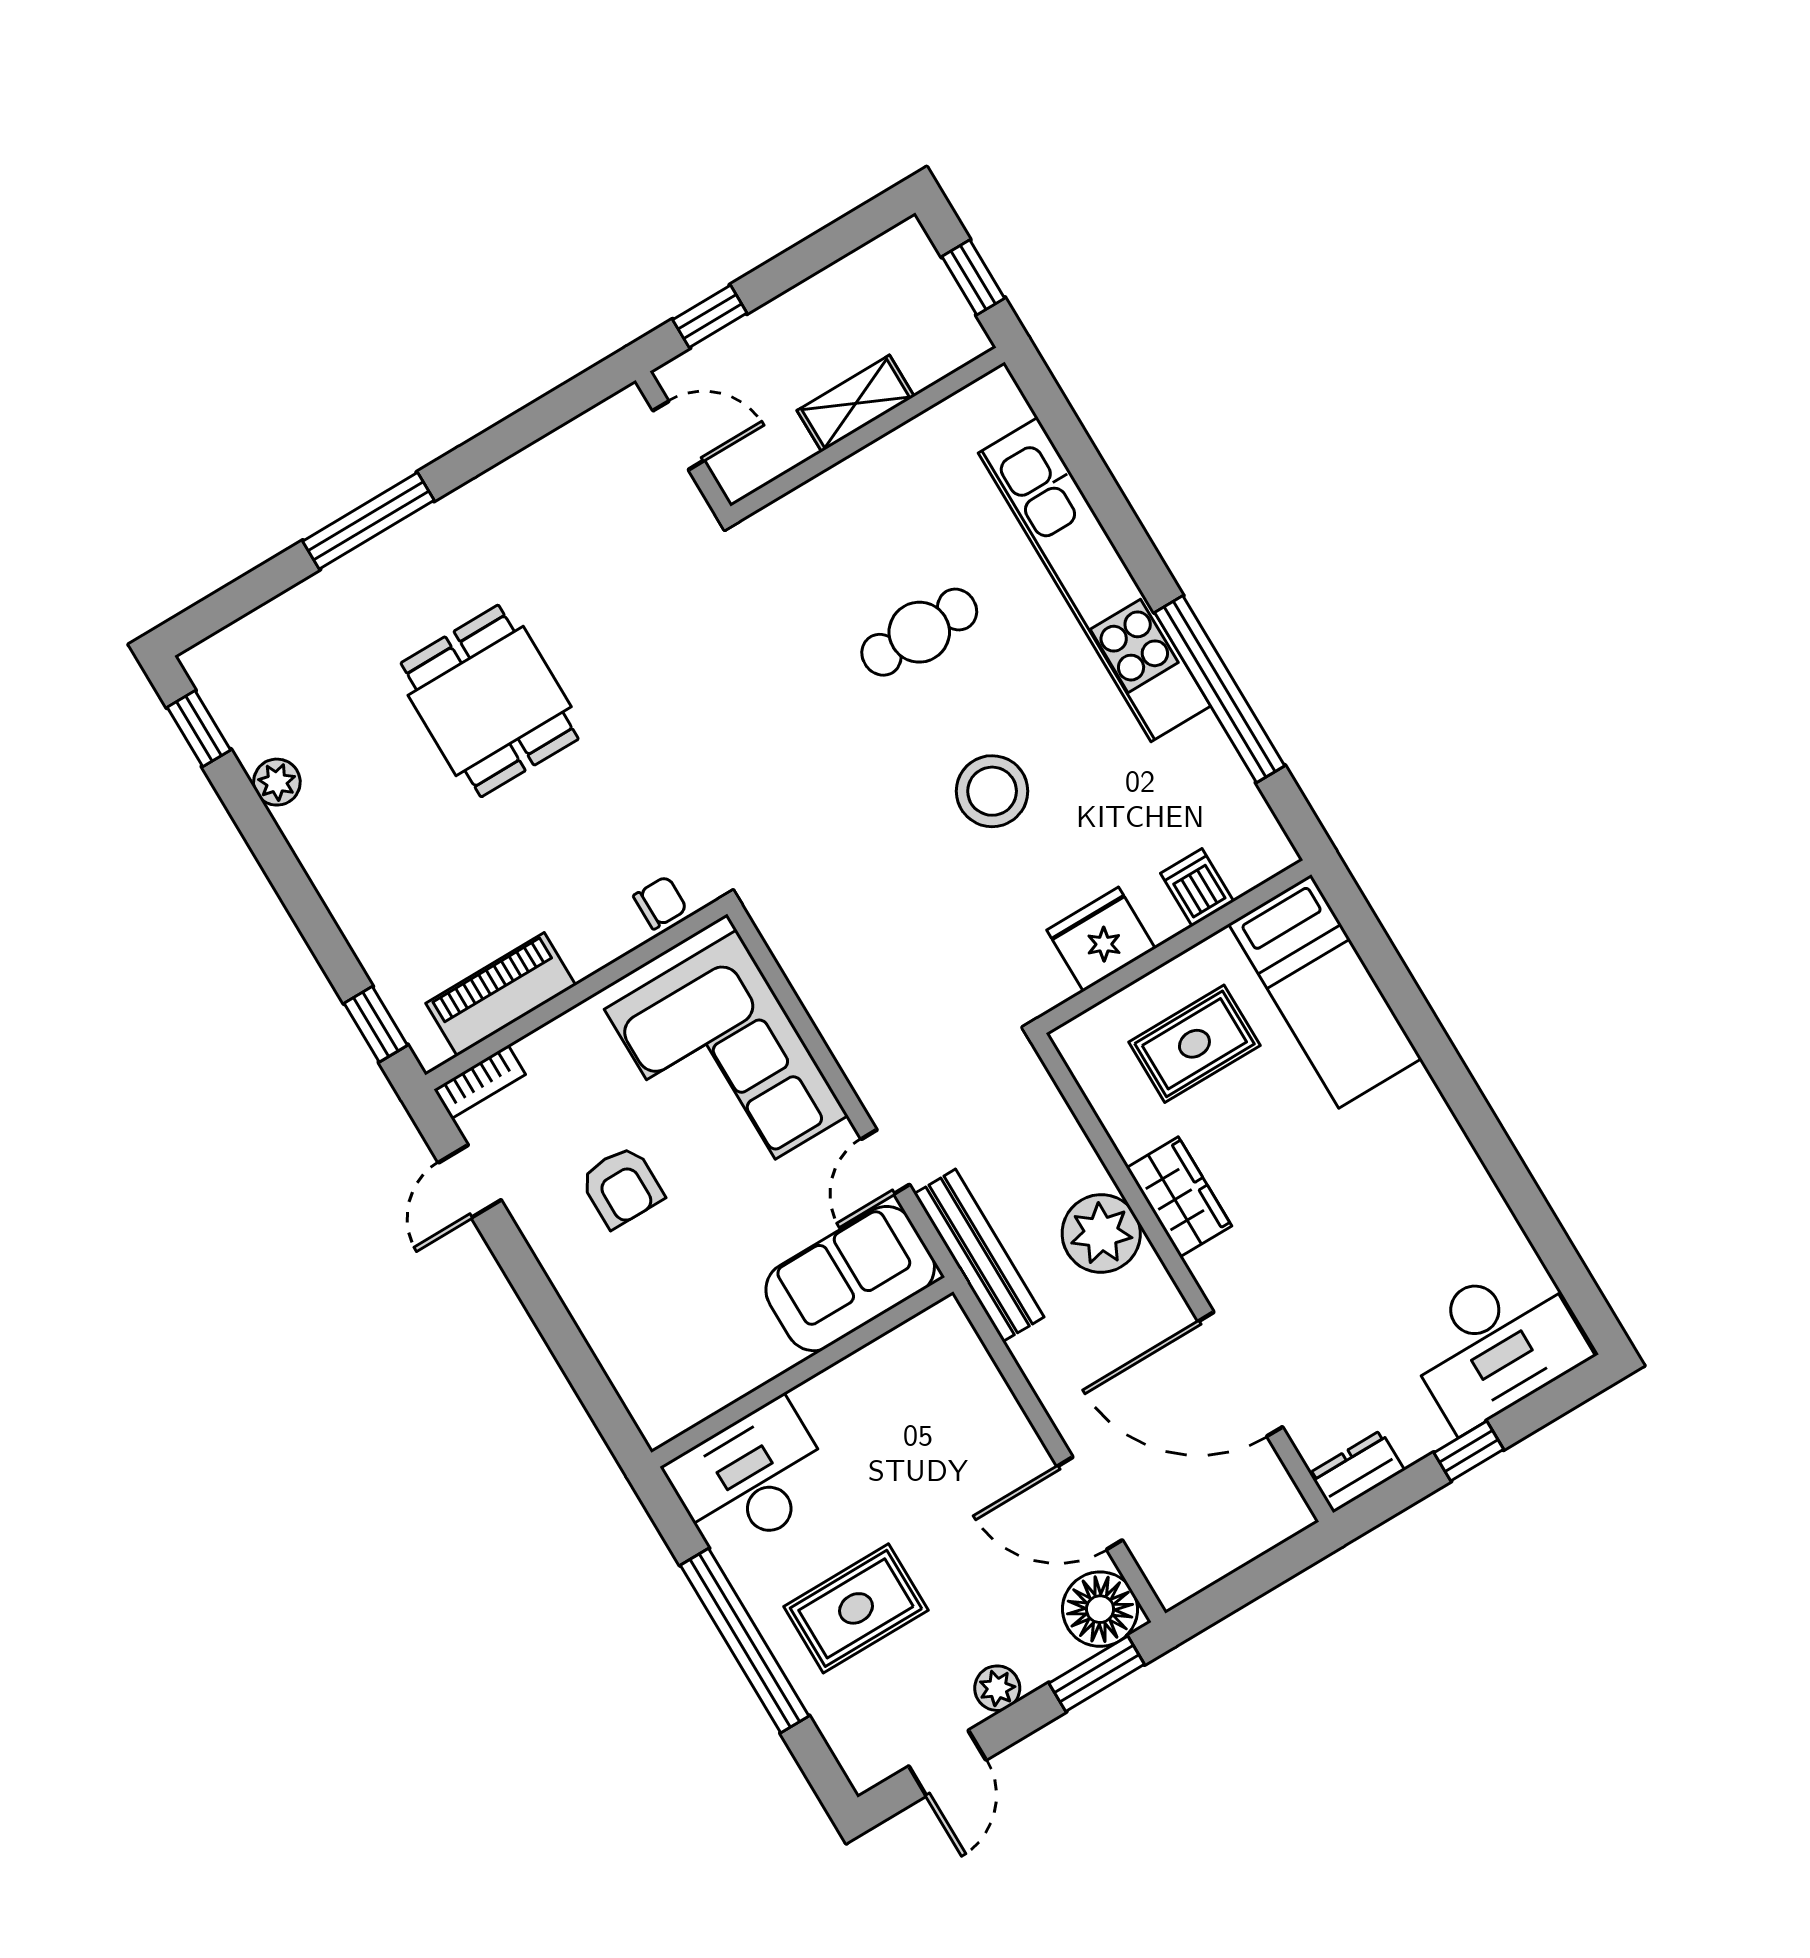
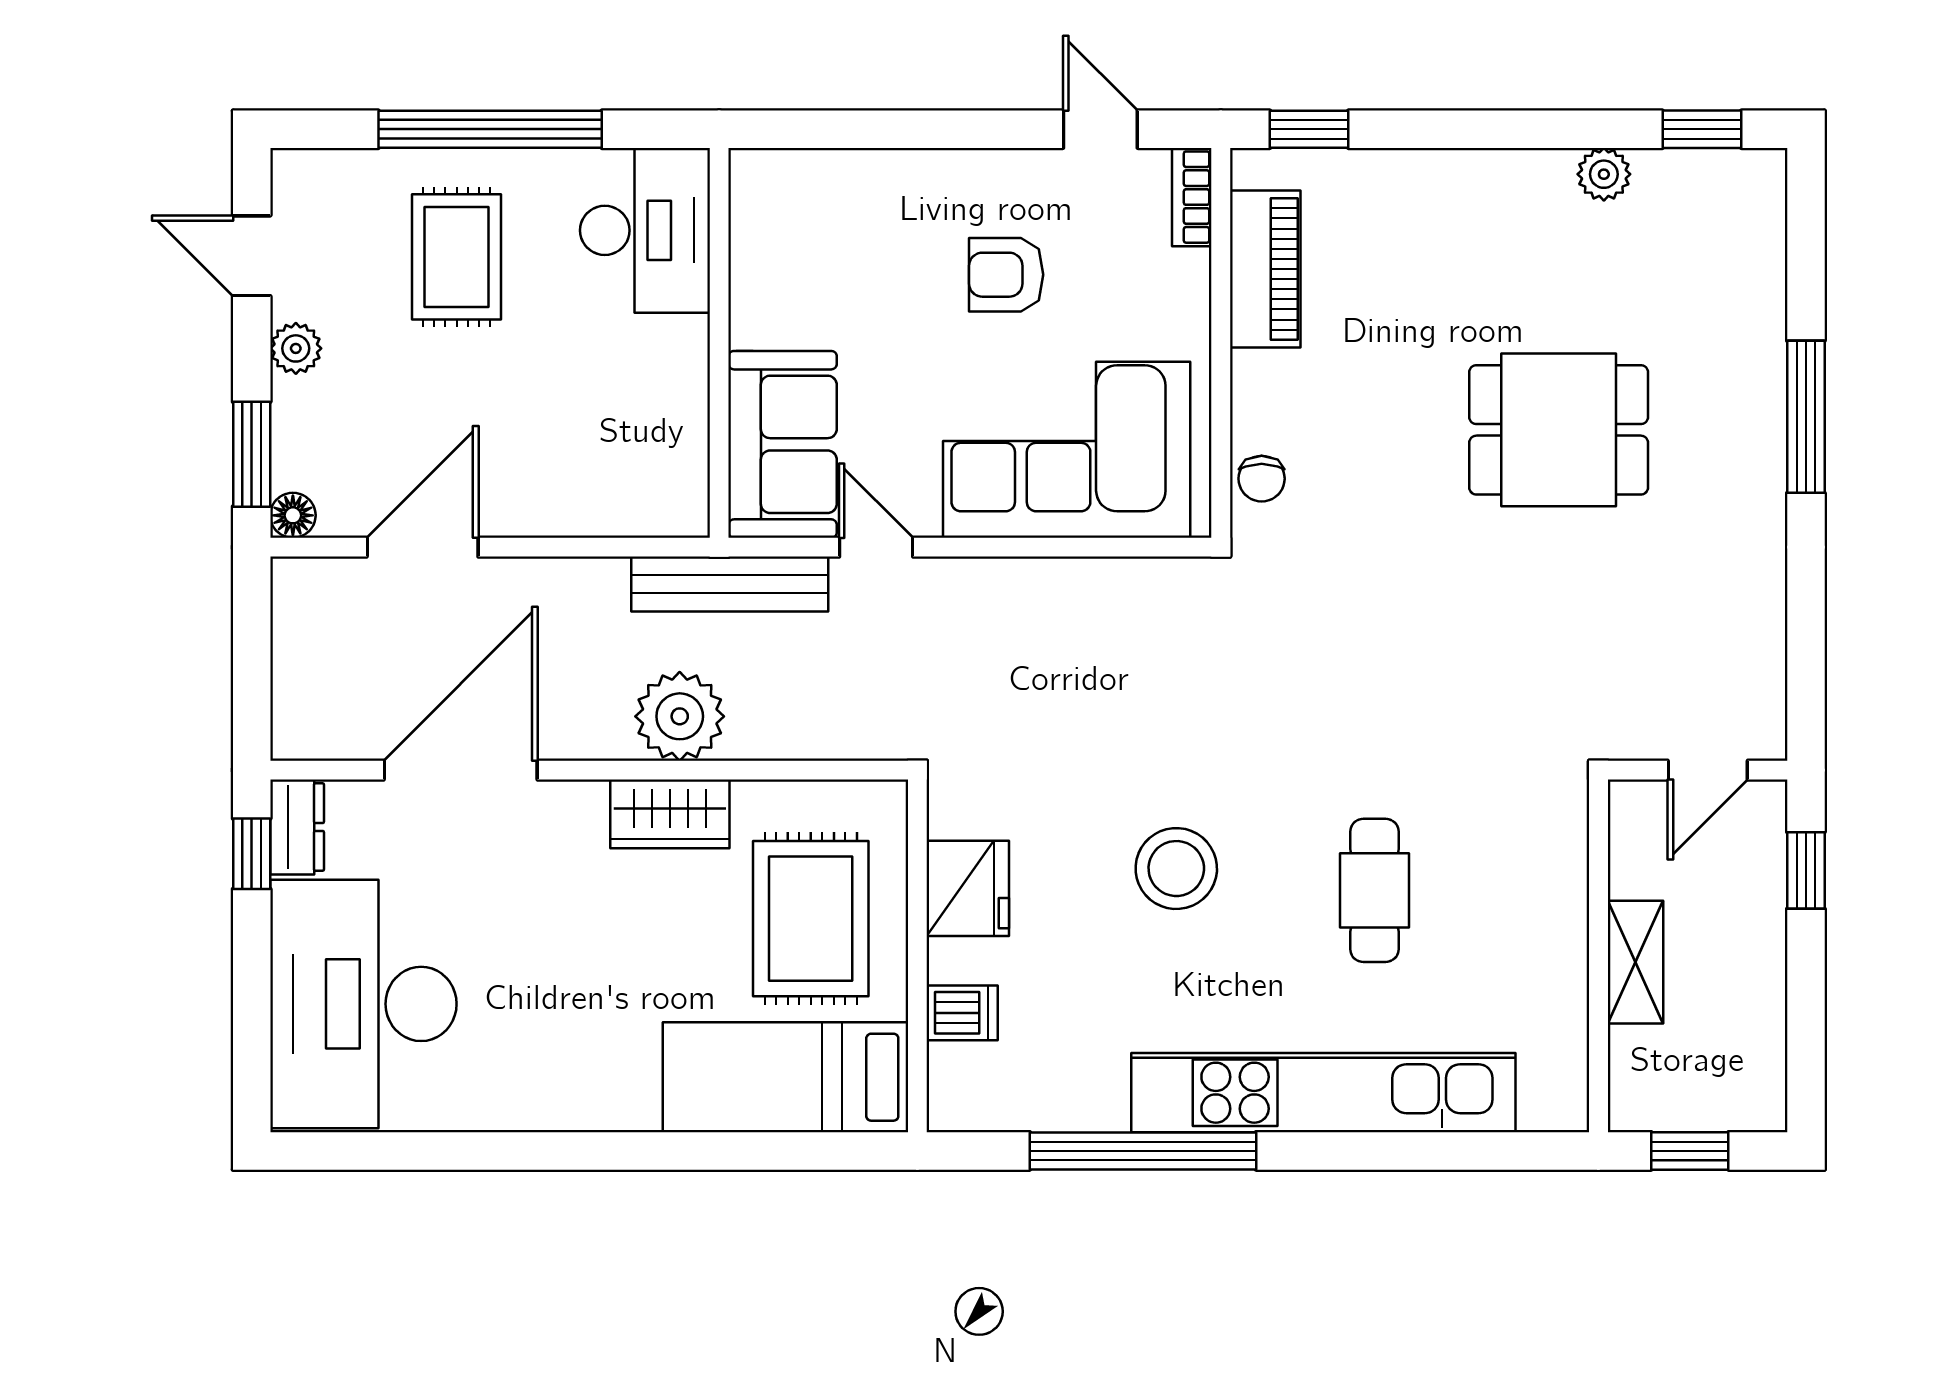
rug: (1194, 1044) -> (811, 919), width x1.36, depth x1.43
desk: (1495, 1343) -> (363, 1004), width x1.36, depth x1.30
window: (1469, 1451) -> (252, 854), moved
floor lamp: (1100, 1609) -> (293, 515), width x0.53, depth x0.53

